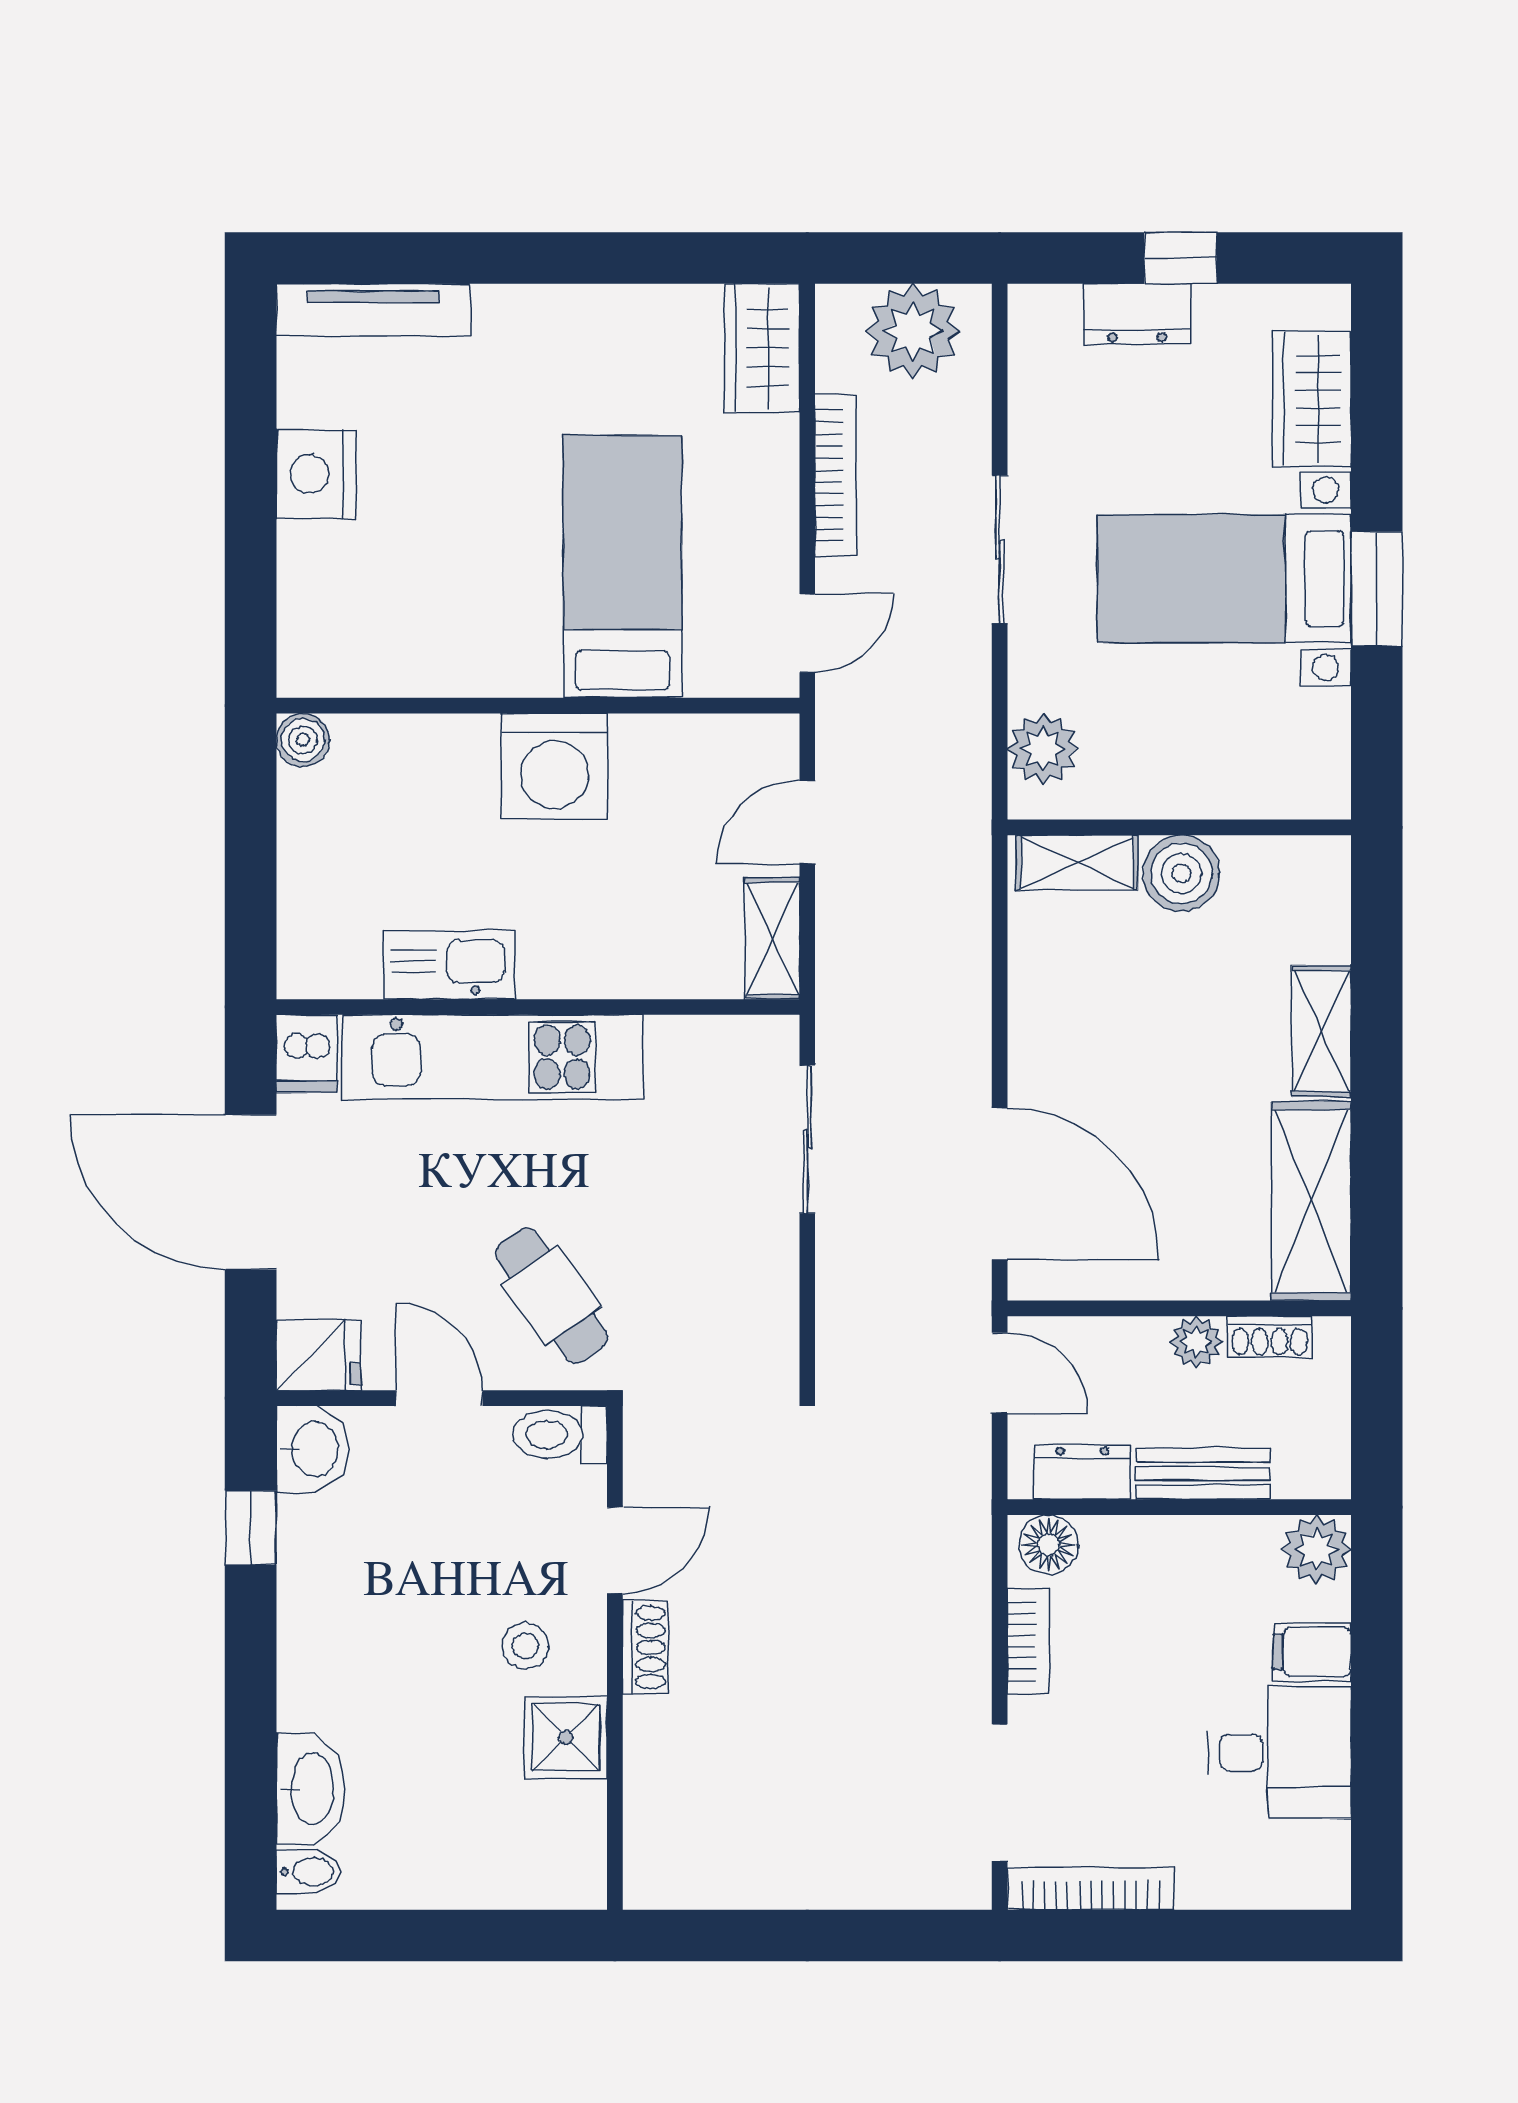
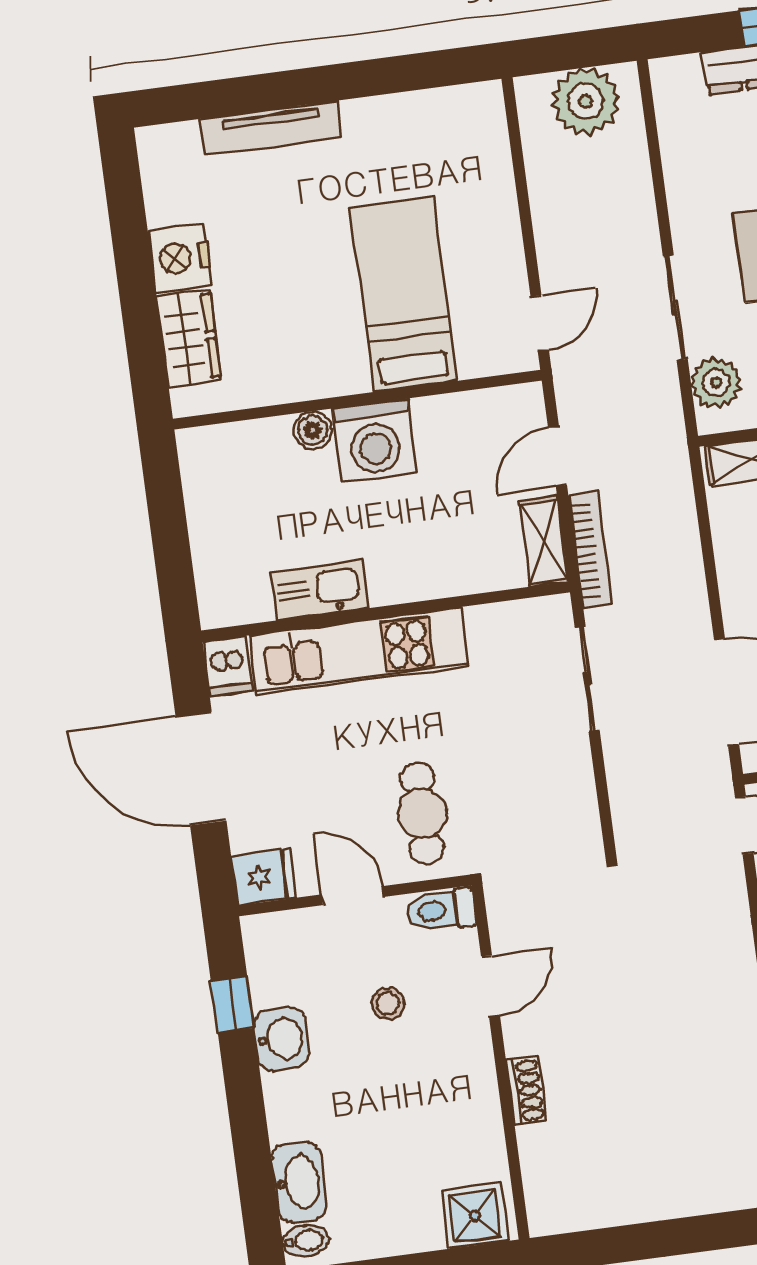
tv unit: (373, 310) -> (272, 128), moved
wardrobe: (762, 348) -> (189, 338), moved, turned 180
bookcase: (836, 476) -> (590, 550), moved
sliding door: (1000, 549) -> (675, 307), moved
boiler: (303, 740) -> (313, 430), moved
cafe table: (552, 1296) -> (422, 813), turned 35
washbasin: (313, 1449) -> (282, 1039), moved
stool: (525, 1646) -> (388, 1004), moved
shoe rack: (645, 1647) -> (526, 1091), moved
shower: (566, 1737) -> (475, 1216), moved

